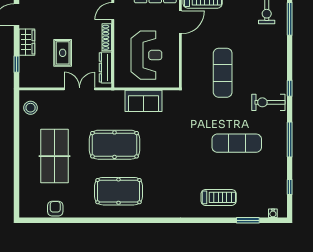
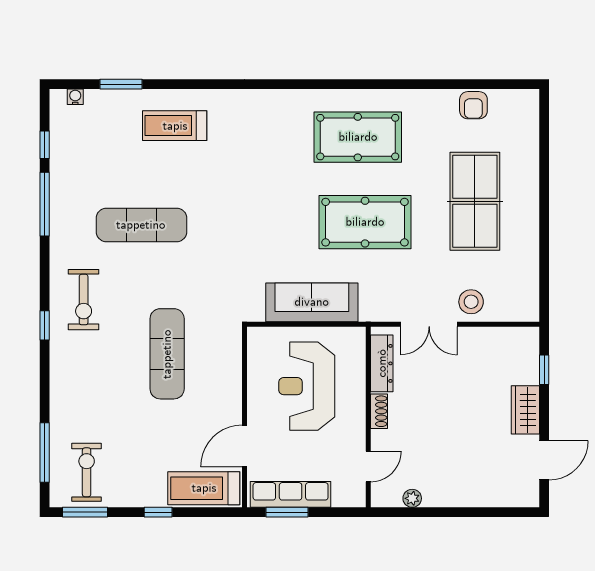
shoe rack: (107, 37) -> (379, 411), width x0.70
rug: (63, 53) -> (460, 390), removed
sofa: (144, 101) -> (312, 302), width x1.36
exercise bike: (268, 102) -> (84, 300), turned 90
stool: (31, 108) -> (471, 302), moved
window: (290, 139) -> (45, 204), moved

